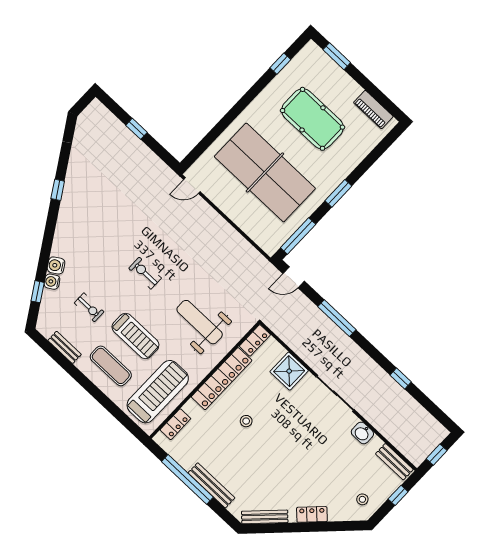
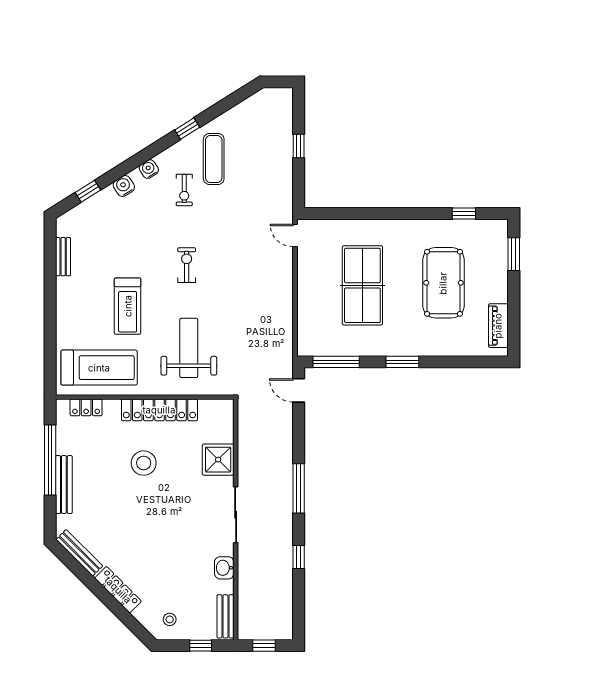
table tennis table: (265, 172) -> (362, 285), width x0.73, depth x0.76
water cooler: (52, 282) -> (149, 169), moved
exercise bike: (89, 307) -> (184, 190), moved
window: (337, 318) -> (299, 488), moved
locker: (255, 340) -> (217, 408), removed
exercise mat: (111, 366) -> (214, 159), moved
stool: (246, 421) -> (144, 463), width x1.89, depth x1.89
locker: (312, 514) -> (118, 590), width x1.53

